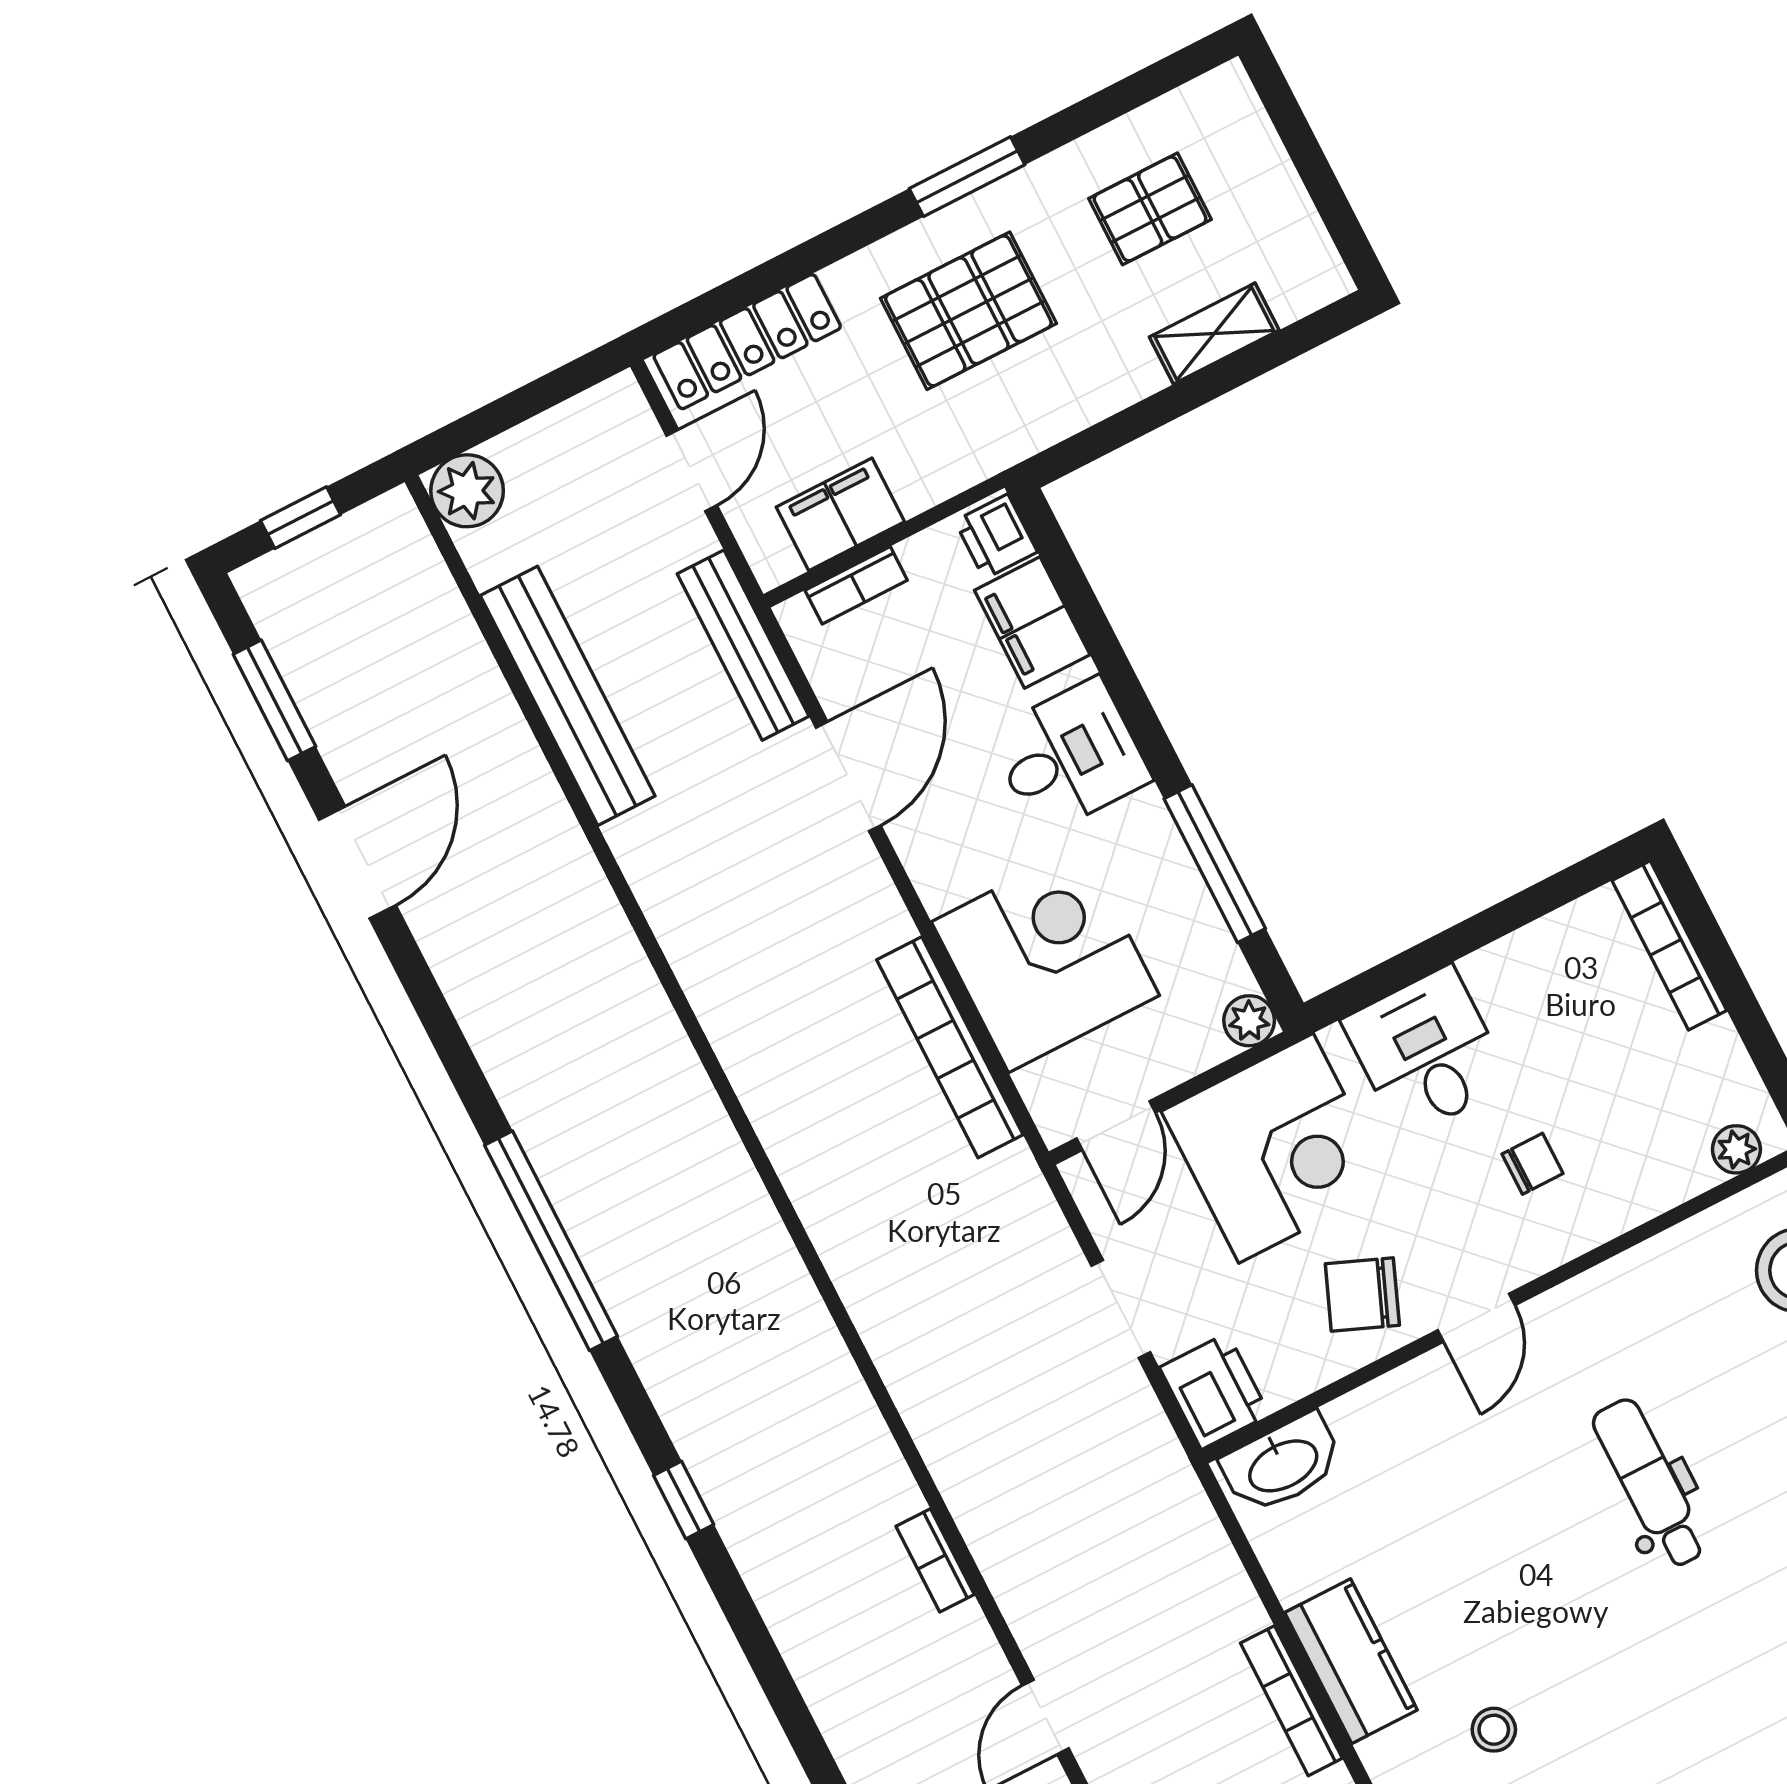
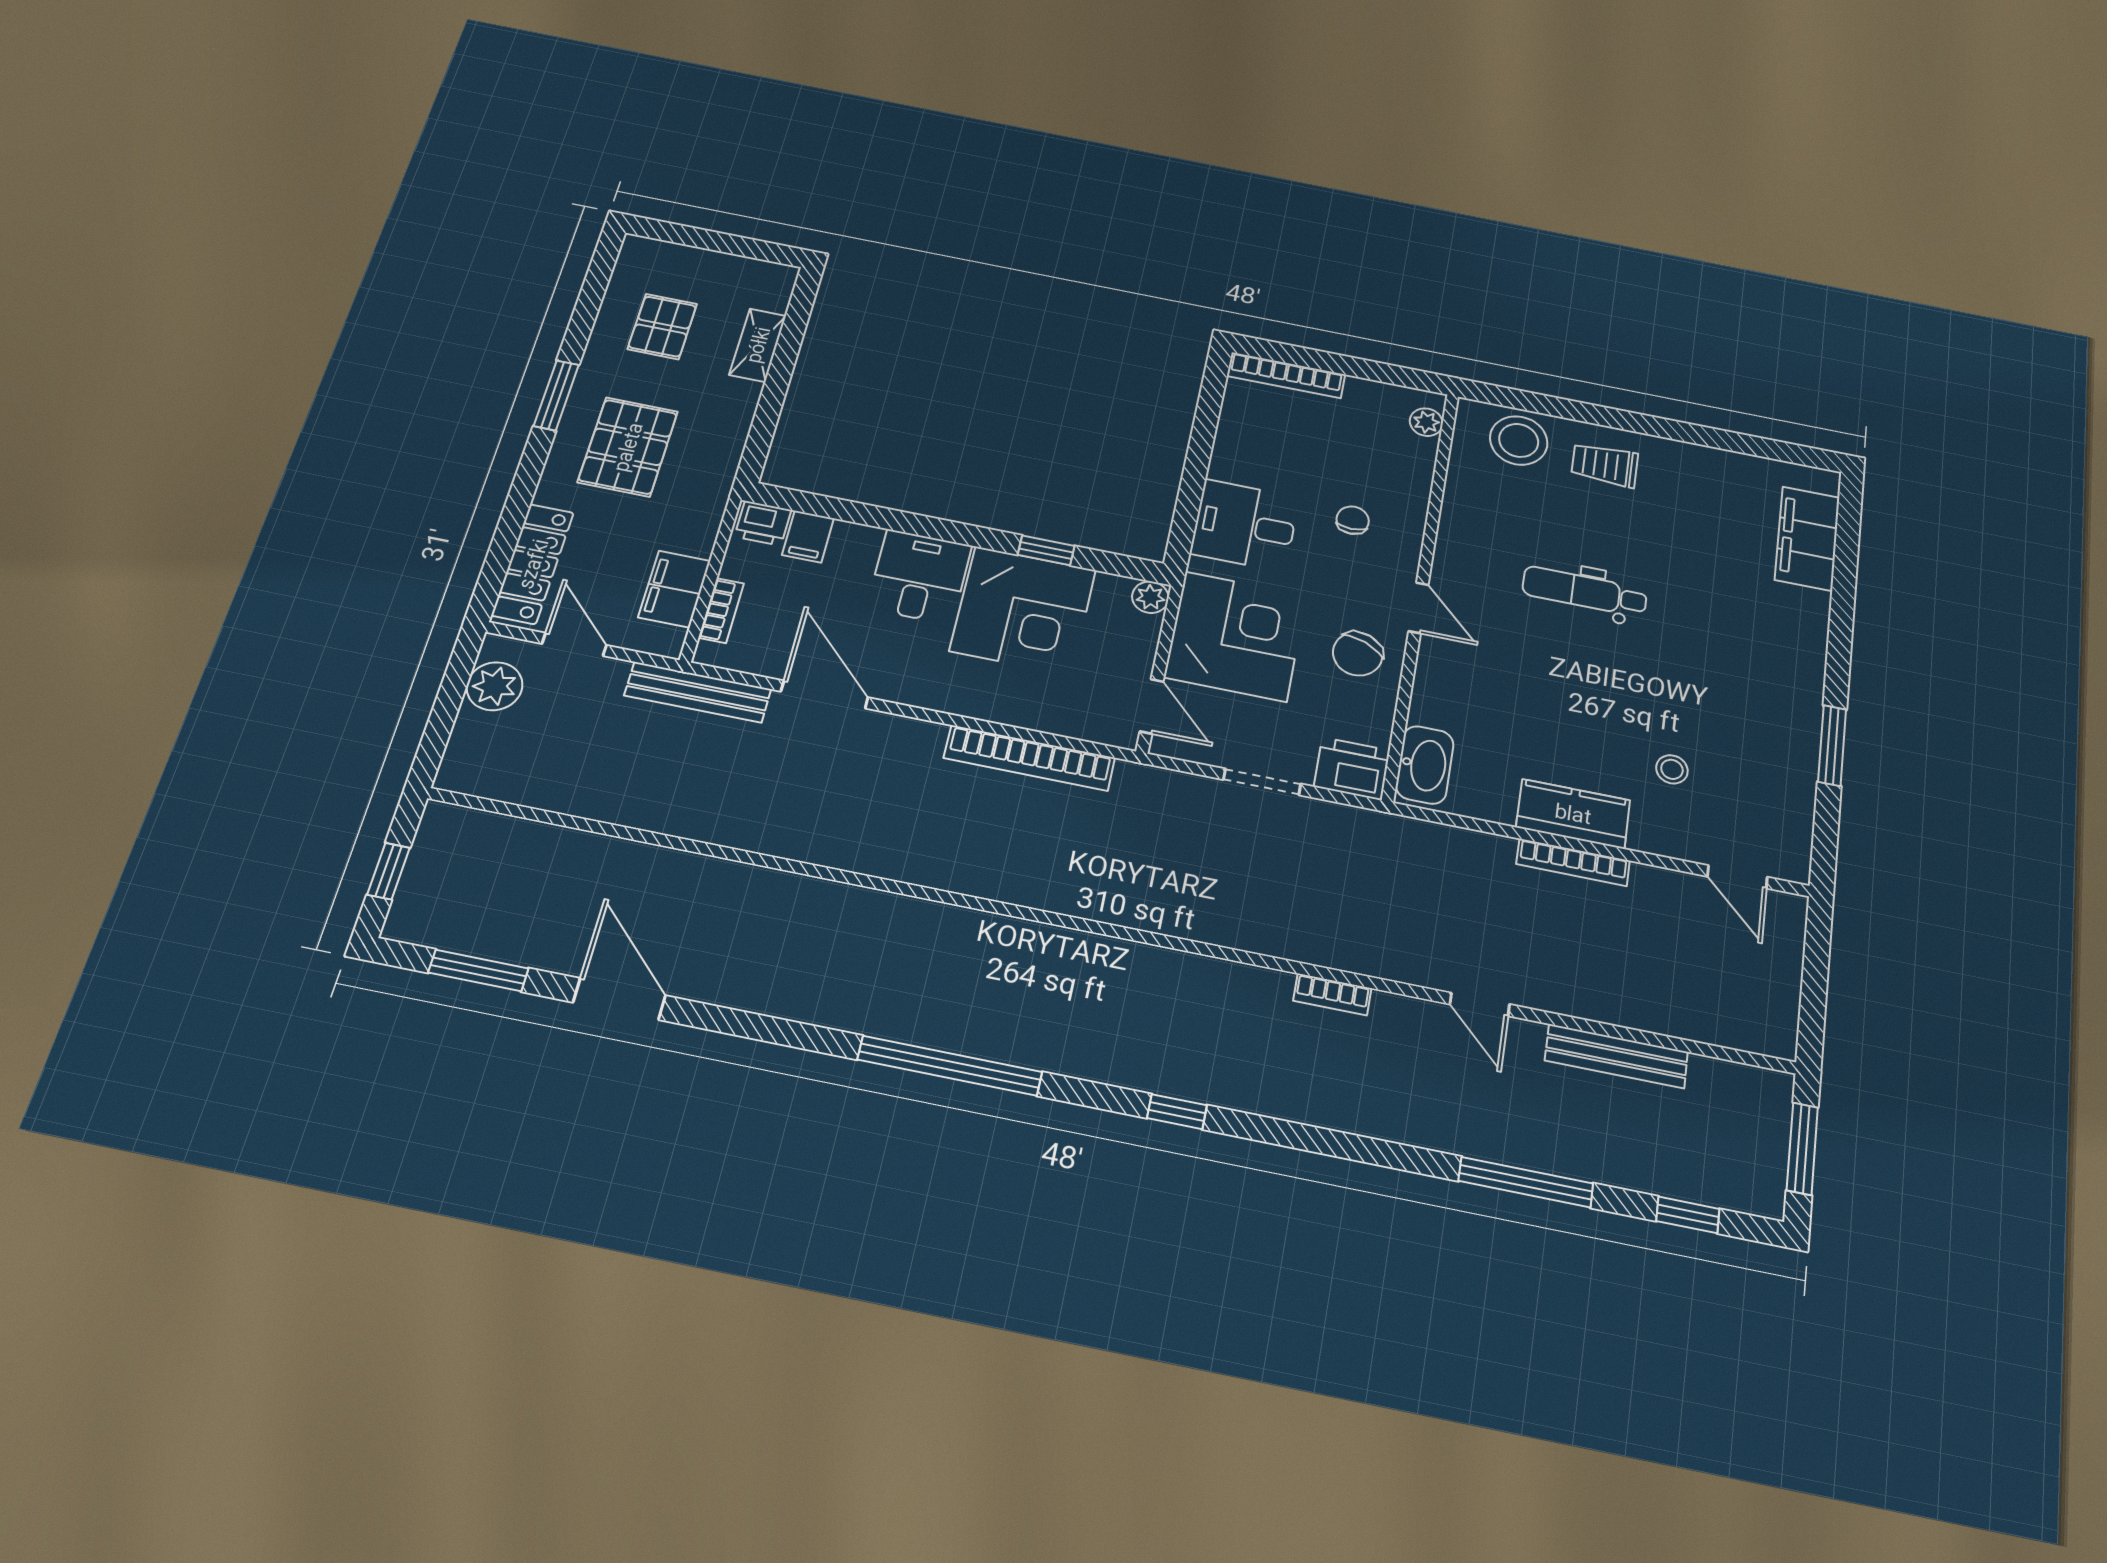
plant: (467, 491) -> (495, 686), moved
filing cabinet: (1032, 622) -> (808, 537), width x0.50
bench: (568, 696) -> (636, 806), removed
window: (1215, 864) -> (1046, 550), width x0.46
corner desk: (1045, 959) -> (1023, 610), moved, turned 180

